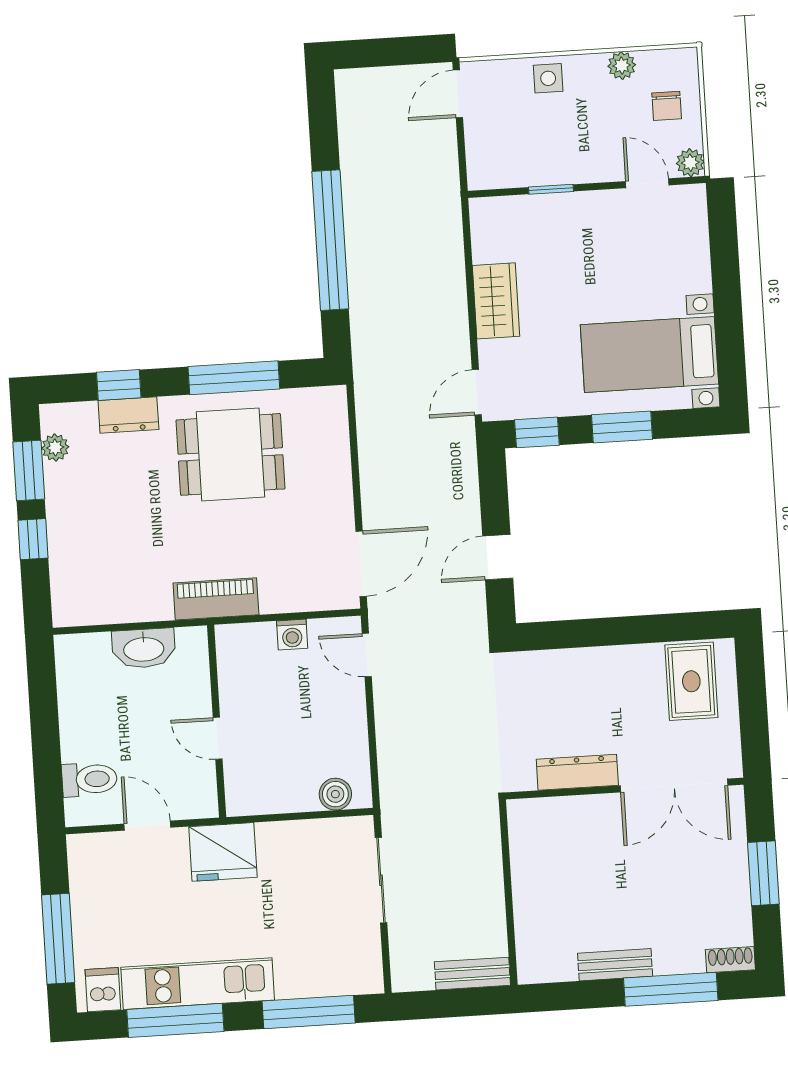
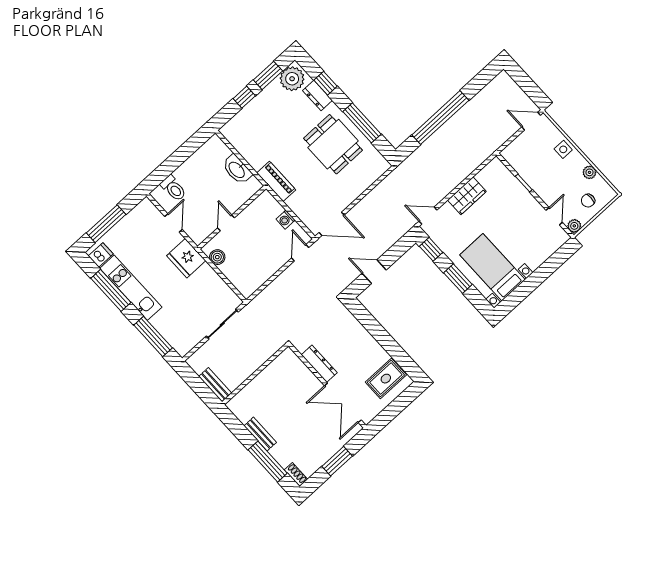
plant: (55, 448) -> (292, 79), width x1.87, depth x1.87
boiler: (335, 794) -> (217, 257), moved

